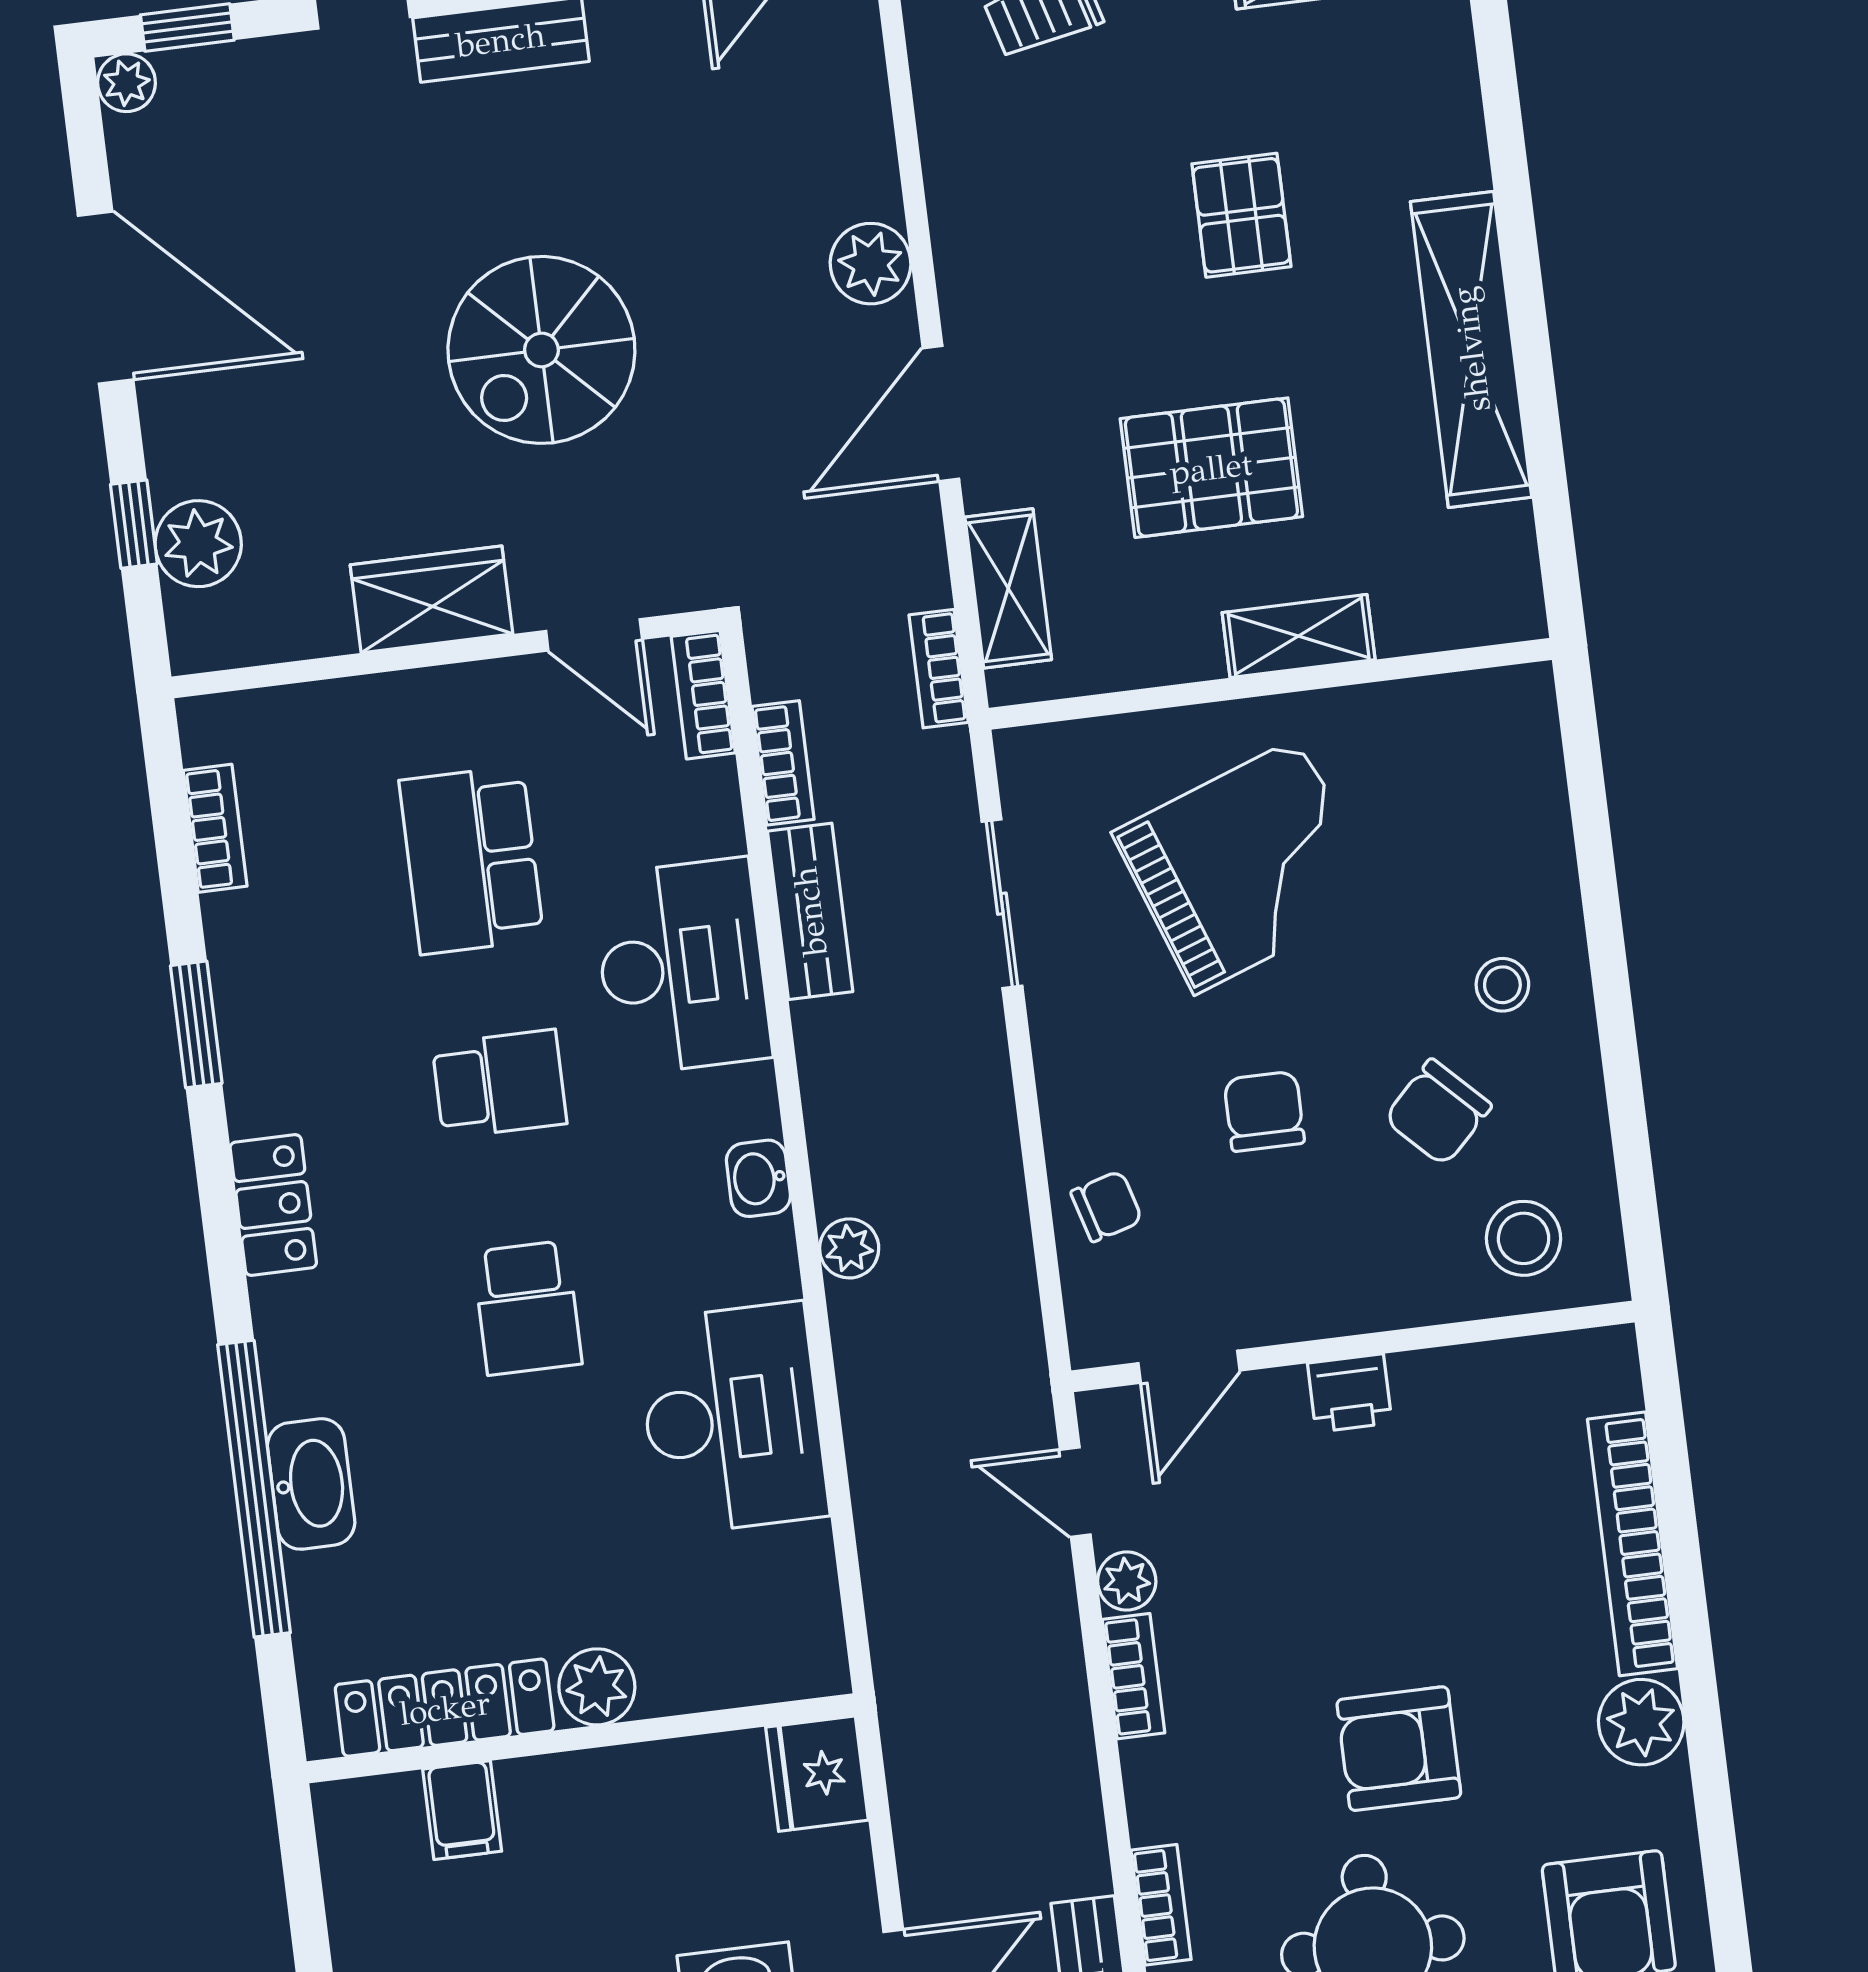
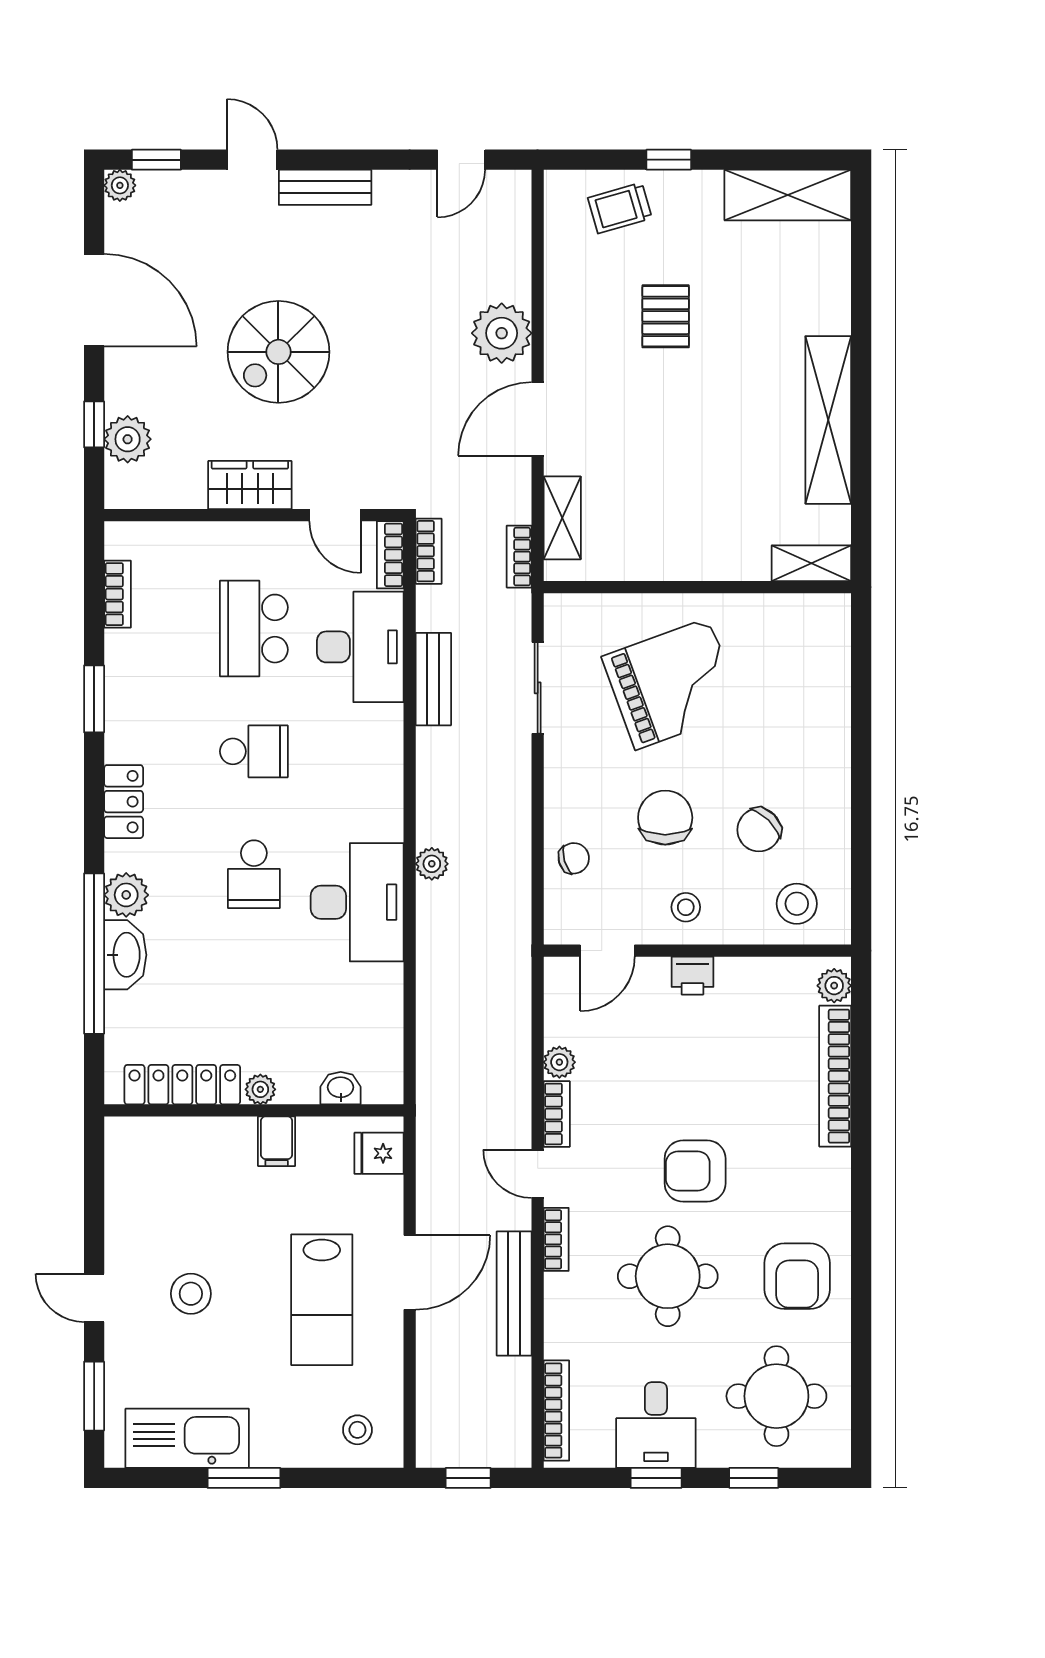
pallet: (1241, 215) -> (666, 316), moved
plant: (871, 264) -> (502, 333), width x1.36, depth x1.36
spiral stairs: (541, 350) -> (278, 352), moved
pallet: (1211, 468) -> (680, 466), removed
shelving: (1299, 636) -> (811, 563), moved
bookcase: (783, 763) -> (429, 551), moved
desk: (682, 966) -> (360, 647), moved
stool: (1502, 985) -> (686, 907), moved
chair: (1264, 1111) -> (665, 818), width x1.37, depth x1.37
washbasin: (758, 1178) -> (341, 1088), moved, turned 90
plant: (299, 1375) -> (126, 895), added
desk: (732, 1418) -> (357, 902), moved
door: (1075, 1492) -> (538, 1174), moved
plant: (597, 1687) -> (260, 1089), width x0.73, depth x0.73
plant: (1641, 1722) -> (834, 986), moved, width x0.73, depth x0.73
fridge: (817, 1774) -> (379, 1153), width x0.72
filing cabinet: (462, 1810) -> (277, 1141), moved

